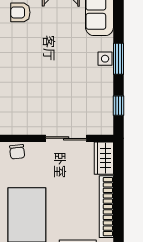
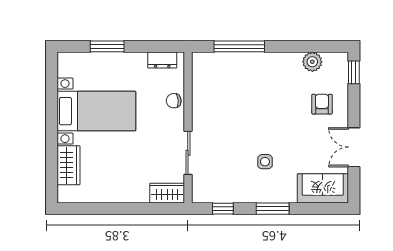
side table: (105, 59) -> (265, 162), moved
bookcase: (106, 207) -> (115, 196), removed

